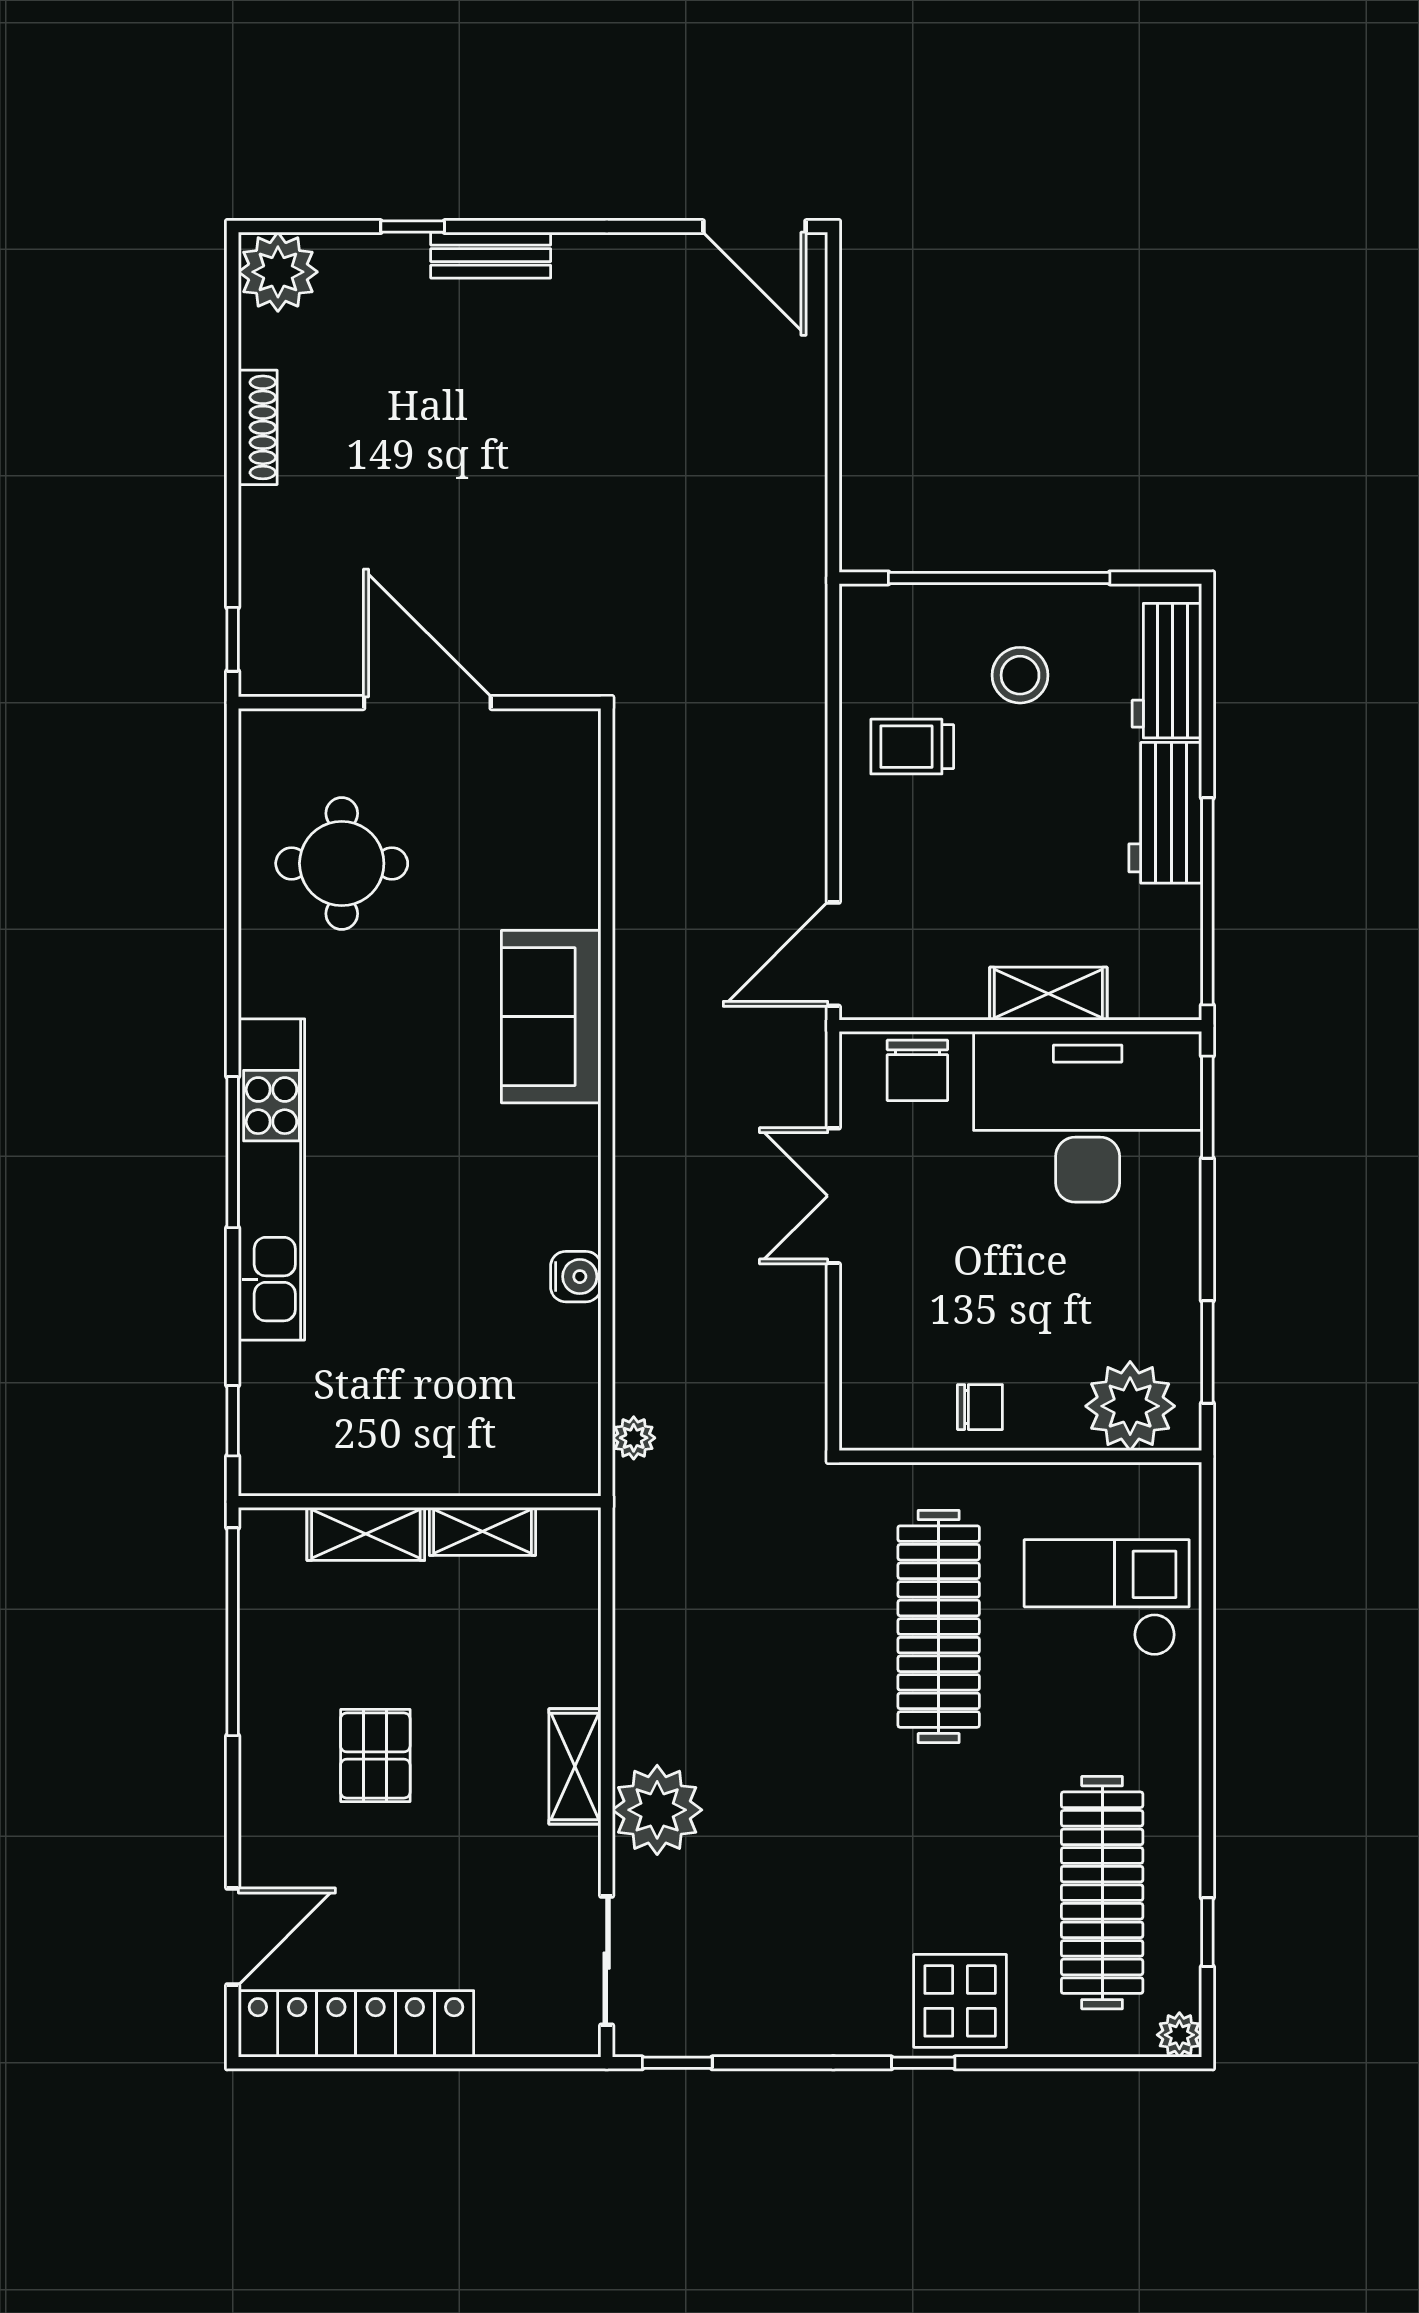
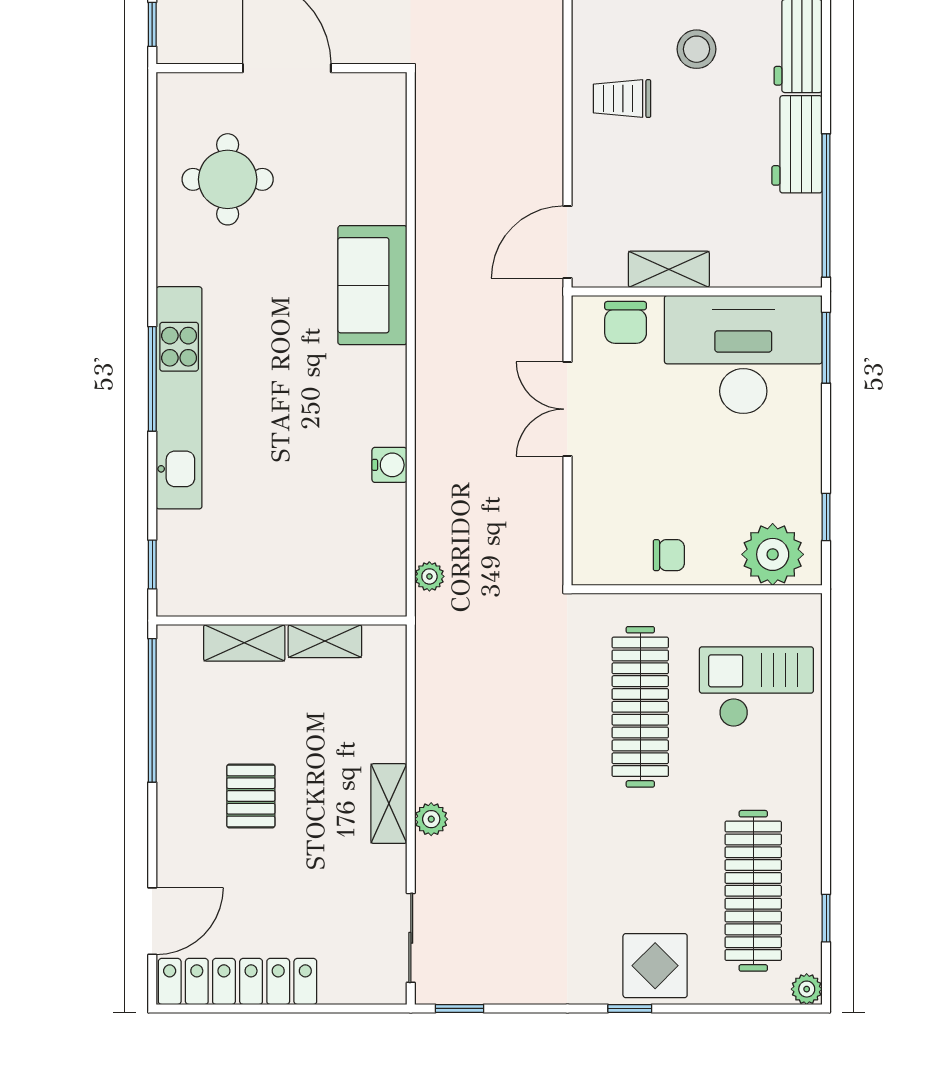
shelving: (1048, 994) -> (669, 269), moved
window: (1207, 1352) -> (826, 517), width x0.67
plant: (657, 1810) -> (431, 819), width x0.53, depth x0.53

